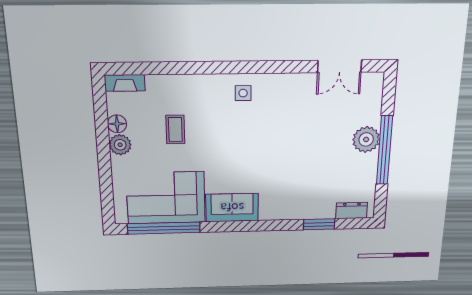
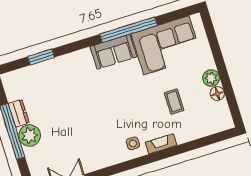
fireplace: (125, 83) -> (161, 144), moved
dresser: (352, 211) -> (19, 113), moved, turned -90
window: (164, 228) -> (128, 30), moved

